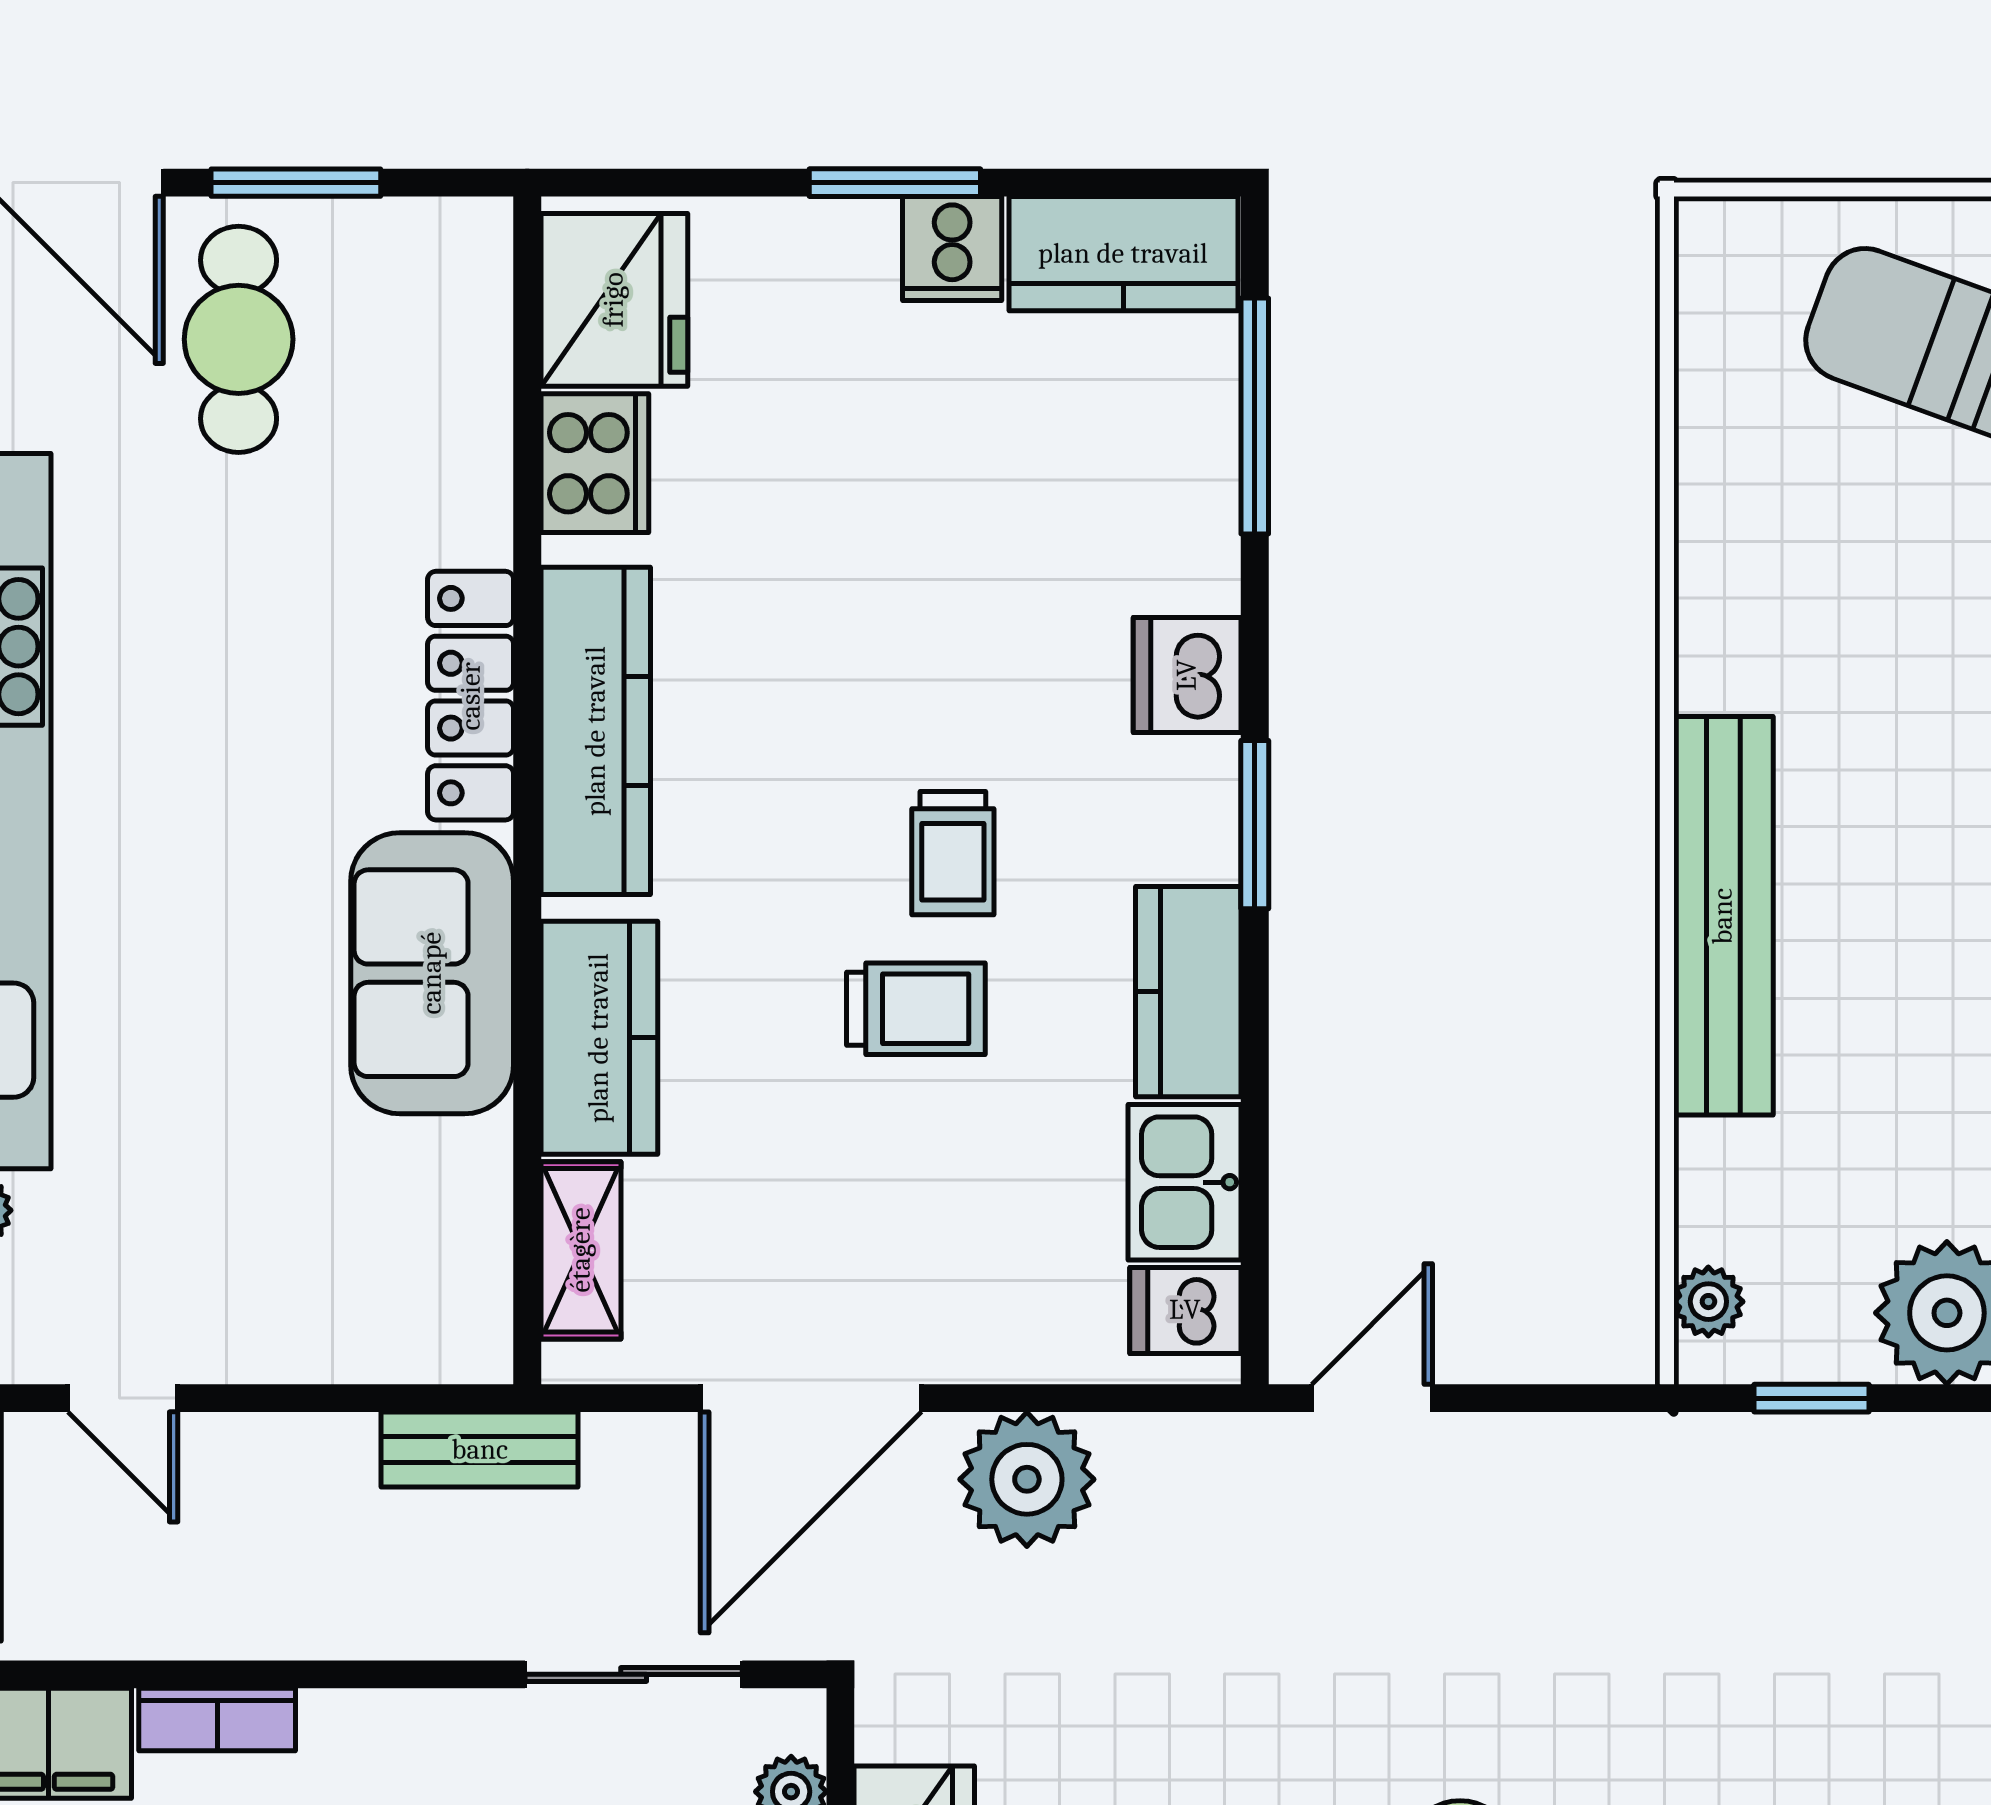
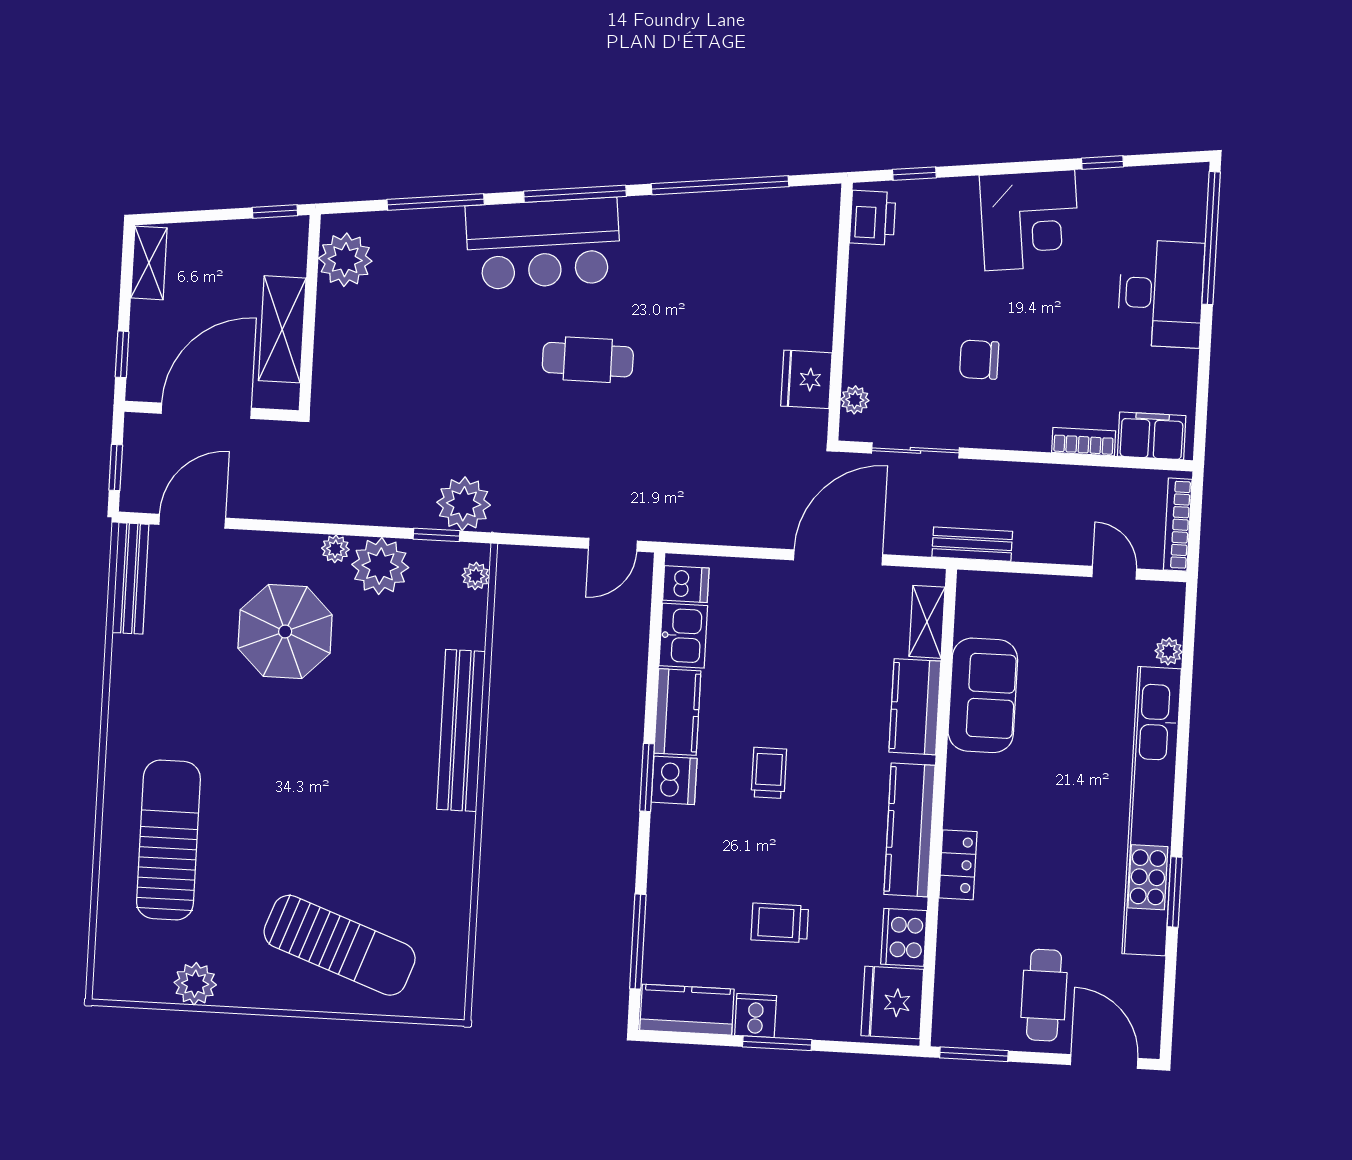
window: (296, 183) -> (974, 1054), moved
dishwasher: (1187, 675) -> (674, 780), moved
locker: (471, 696) -> (958, 865), width x0.66
sofa: (432, 973) -> (983, 695), moved
trolley: (916, 1009) -> (780, 923), moved
plant: (1027, 1479) -> (464, 504), moved

